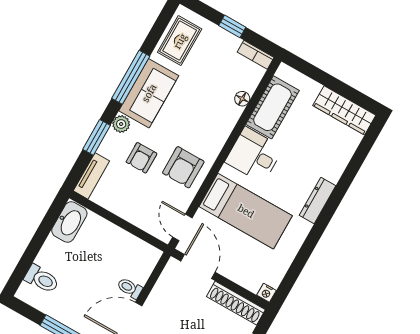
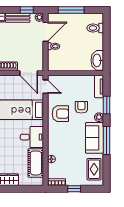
armchair: (183, 167) -> (60, 114), turned 90

